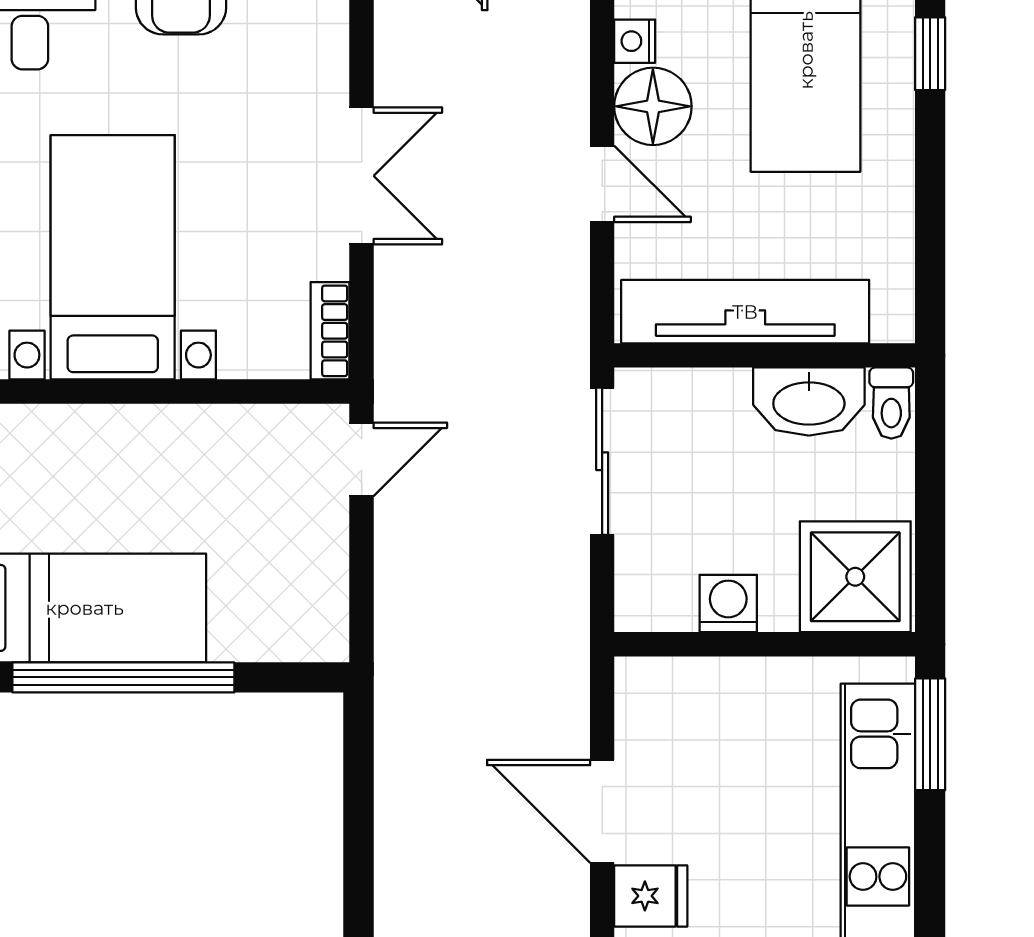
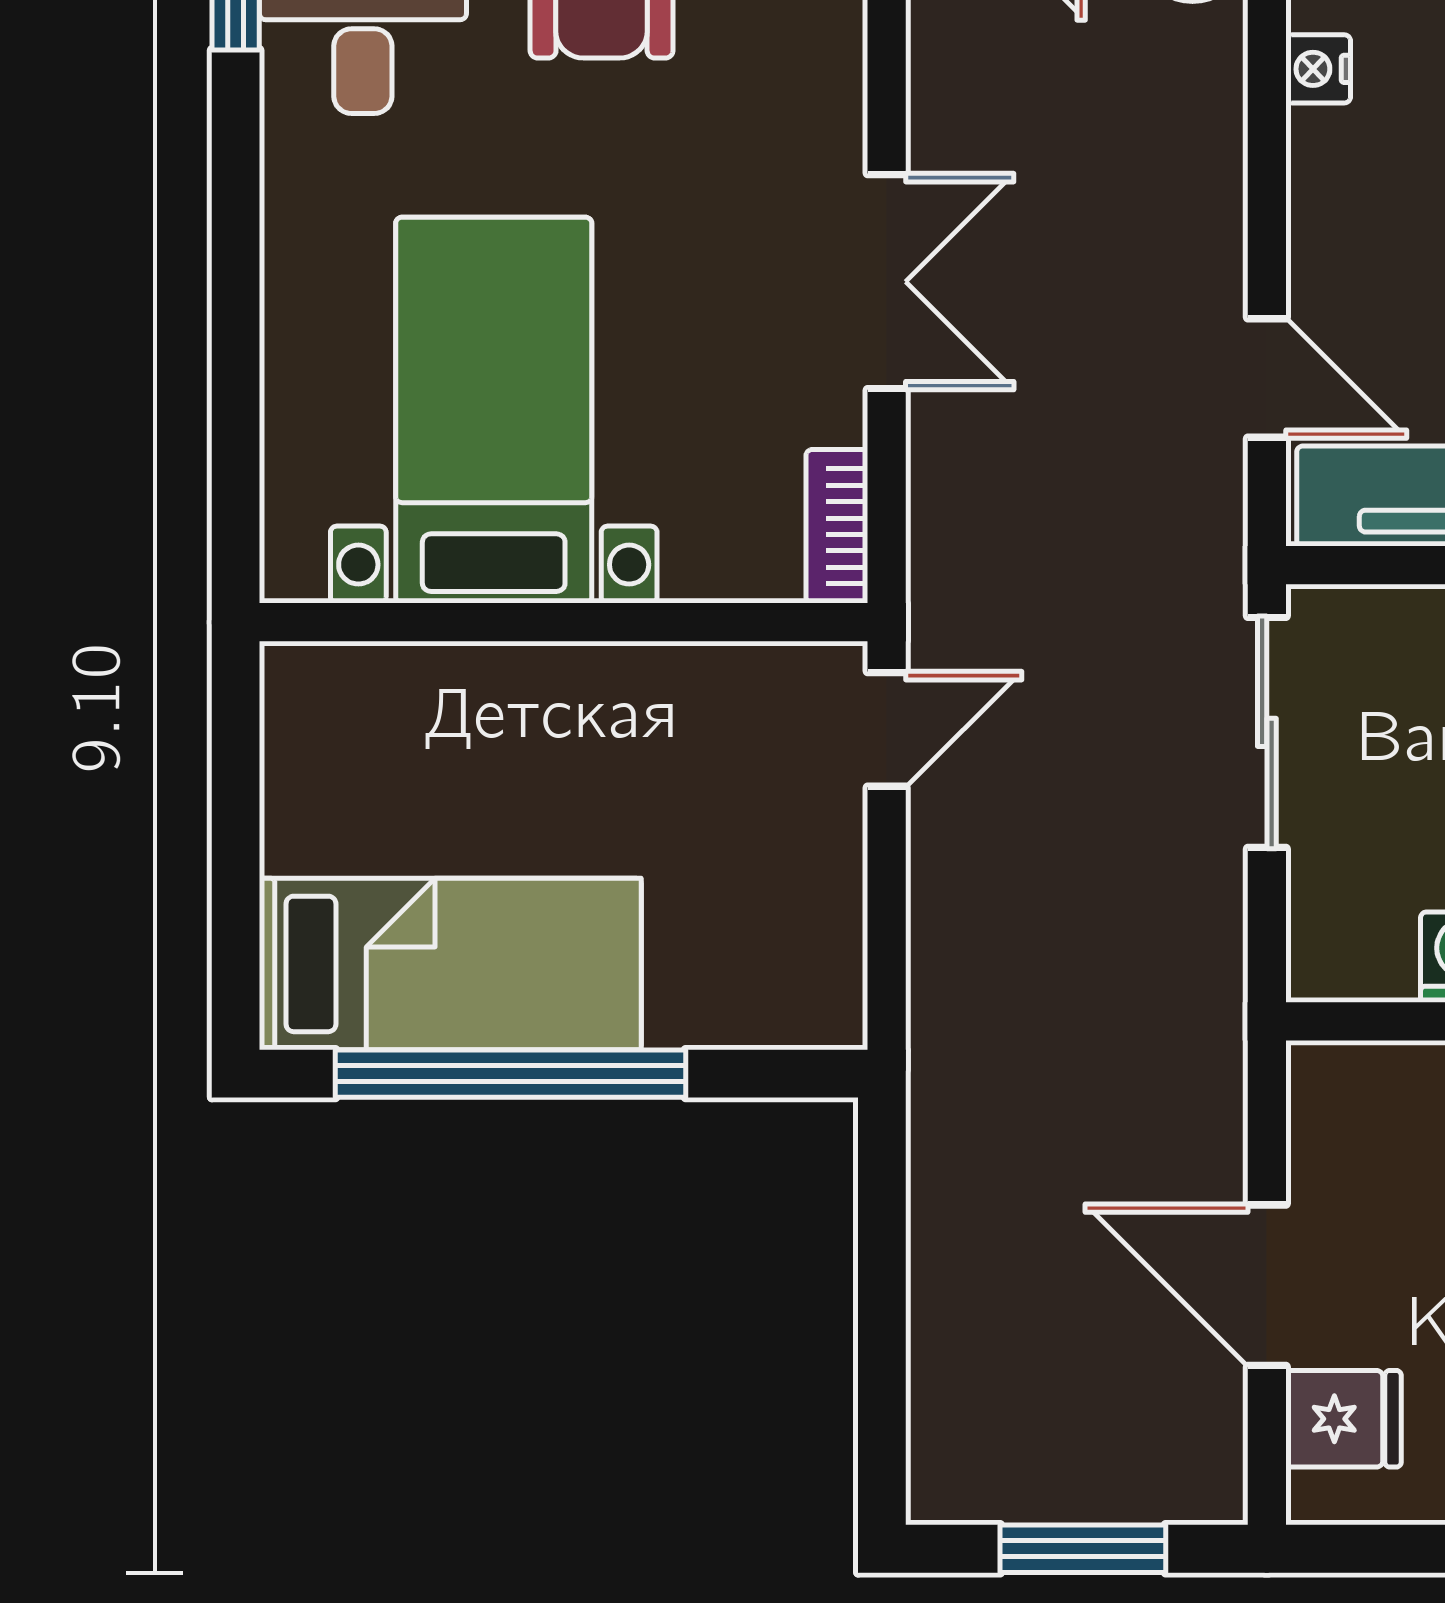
floor lamp: (653, 106) -> (1347, 172), removed
door: (602, 184) -> (1267, 378), moved

